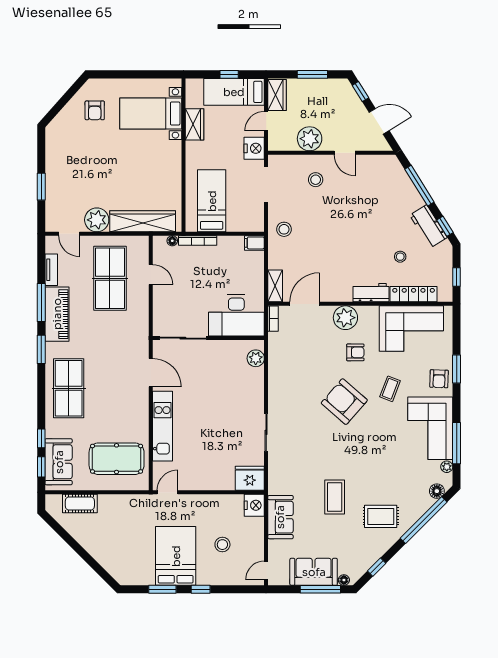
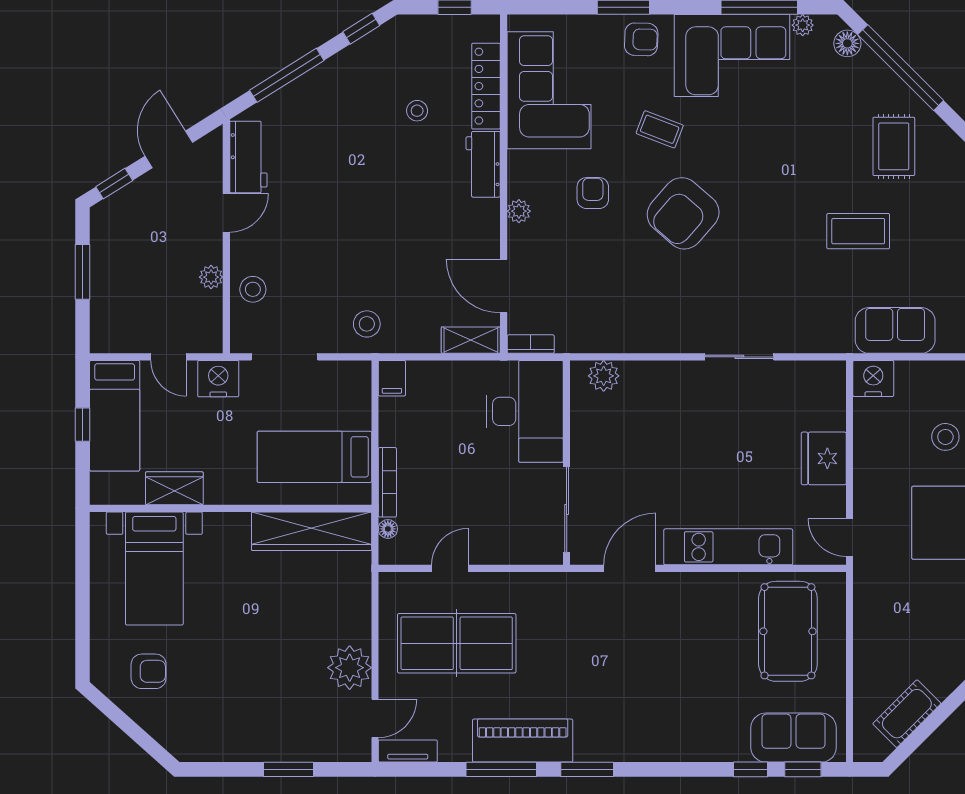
wardrobe: (277, 95) -> (120, 337), removed
plant: (310, 139) -> (211, 277), width x0.53, depth x0.53
stool: (316, 180) -> (253, 289), moved
wardrobe: (143, 221) -> (312, 531), moved, turned -90
workbench: (428, 226) -> (248, 157), moved, turned -58
tv unit: (51, 270) -> (408, 751), moved
plant: (345, 318) -> (519, 211), width x0.53, depth x0.53
table tennis table: (69, 388) -> (659, 719), removed
fridge: (250, 478) -> (824, 458), moved
cot: (80, 503) -> (907, 714), moved, turned 45

